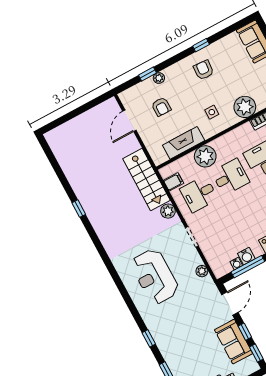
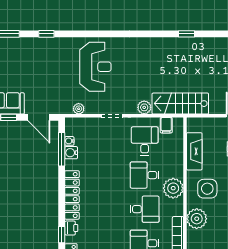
side table: (212, 112) -> (207, 189), width x1.87, depth x1.87
plant: (205, 156) -> (173, 188), moved
desk: (230, 177) -> (145, 175), turned 90
reception desk: (155, 276) -> (95, 67), turned 90

